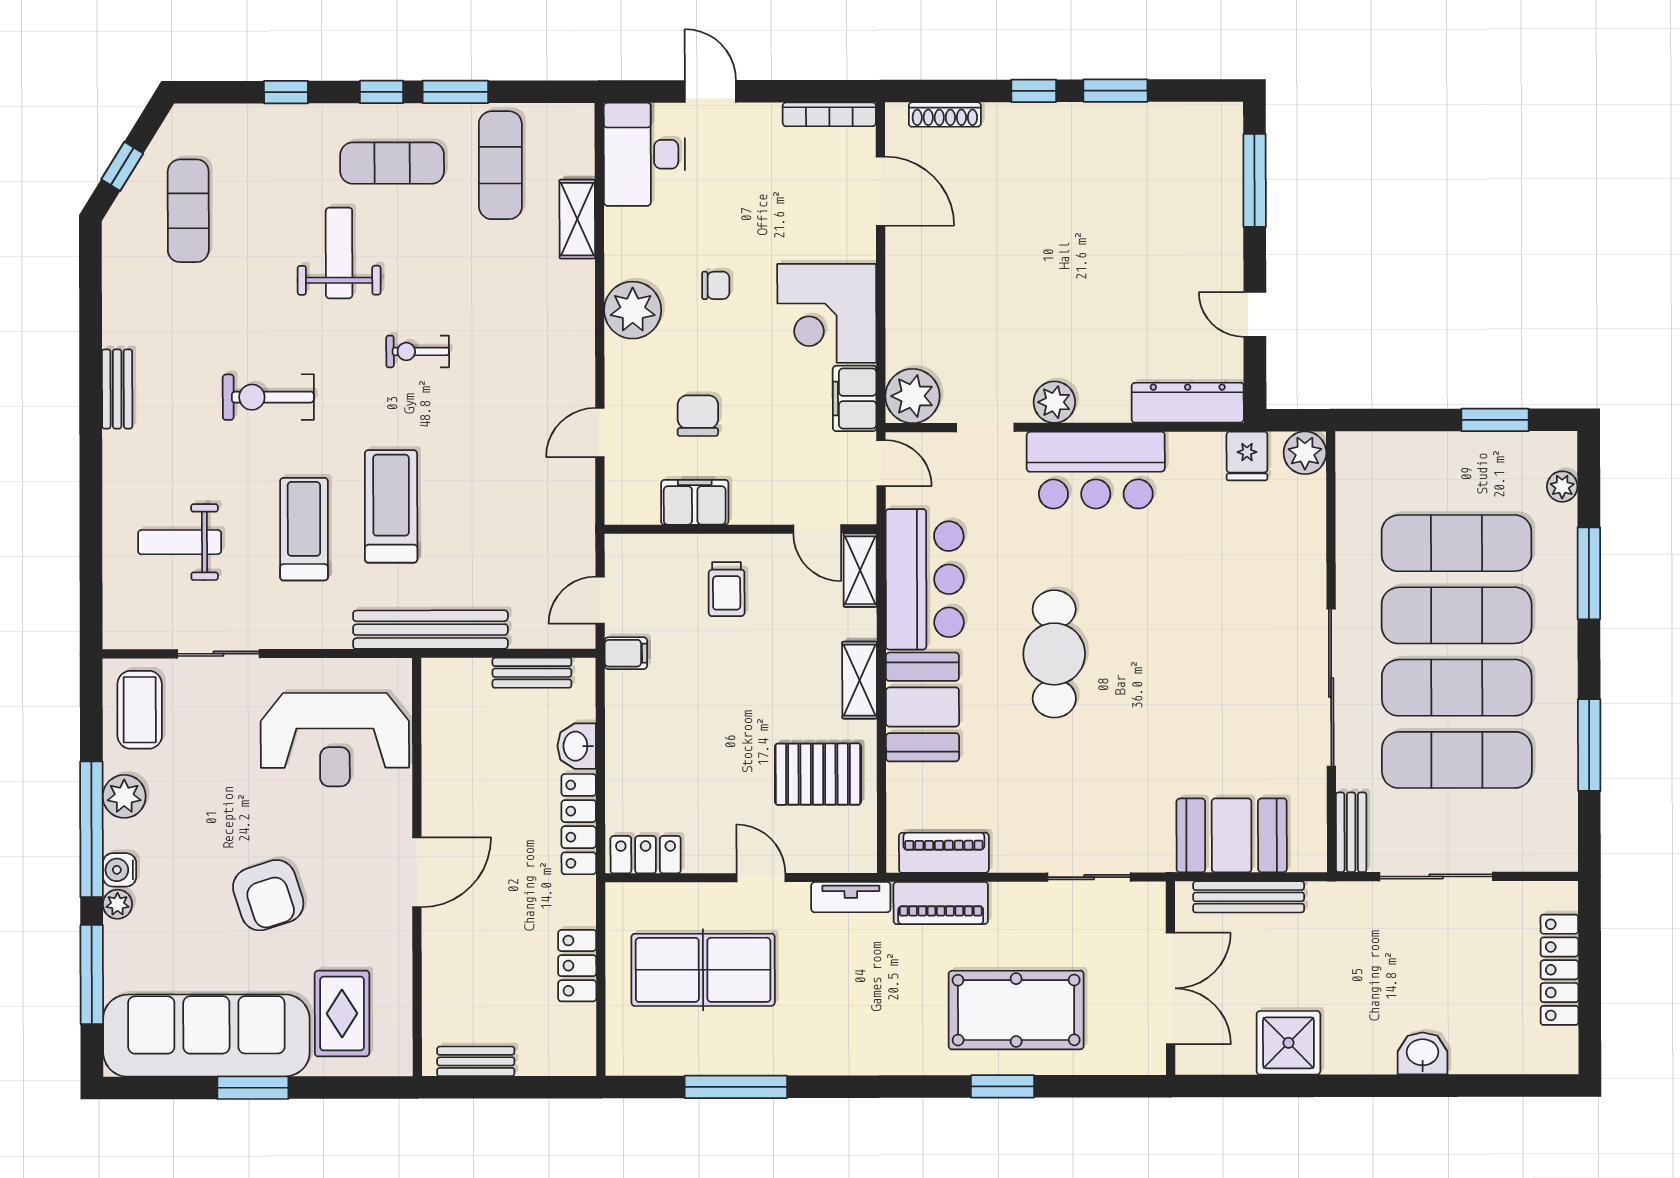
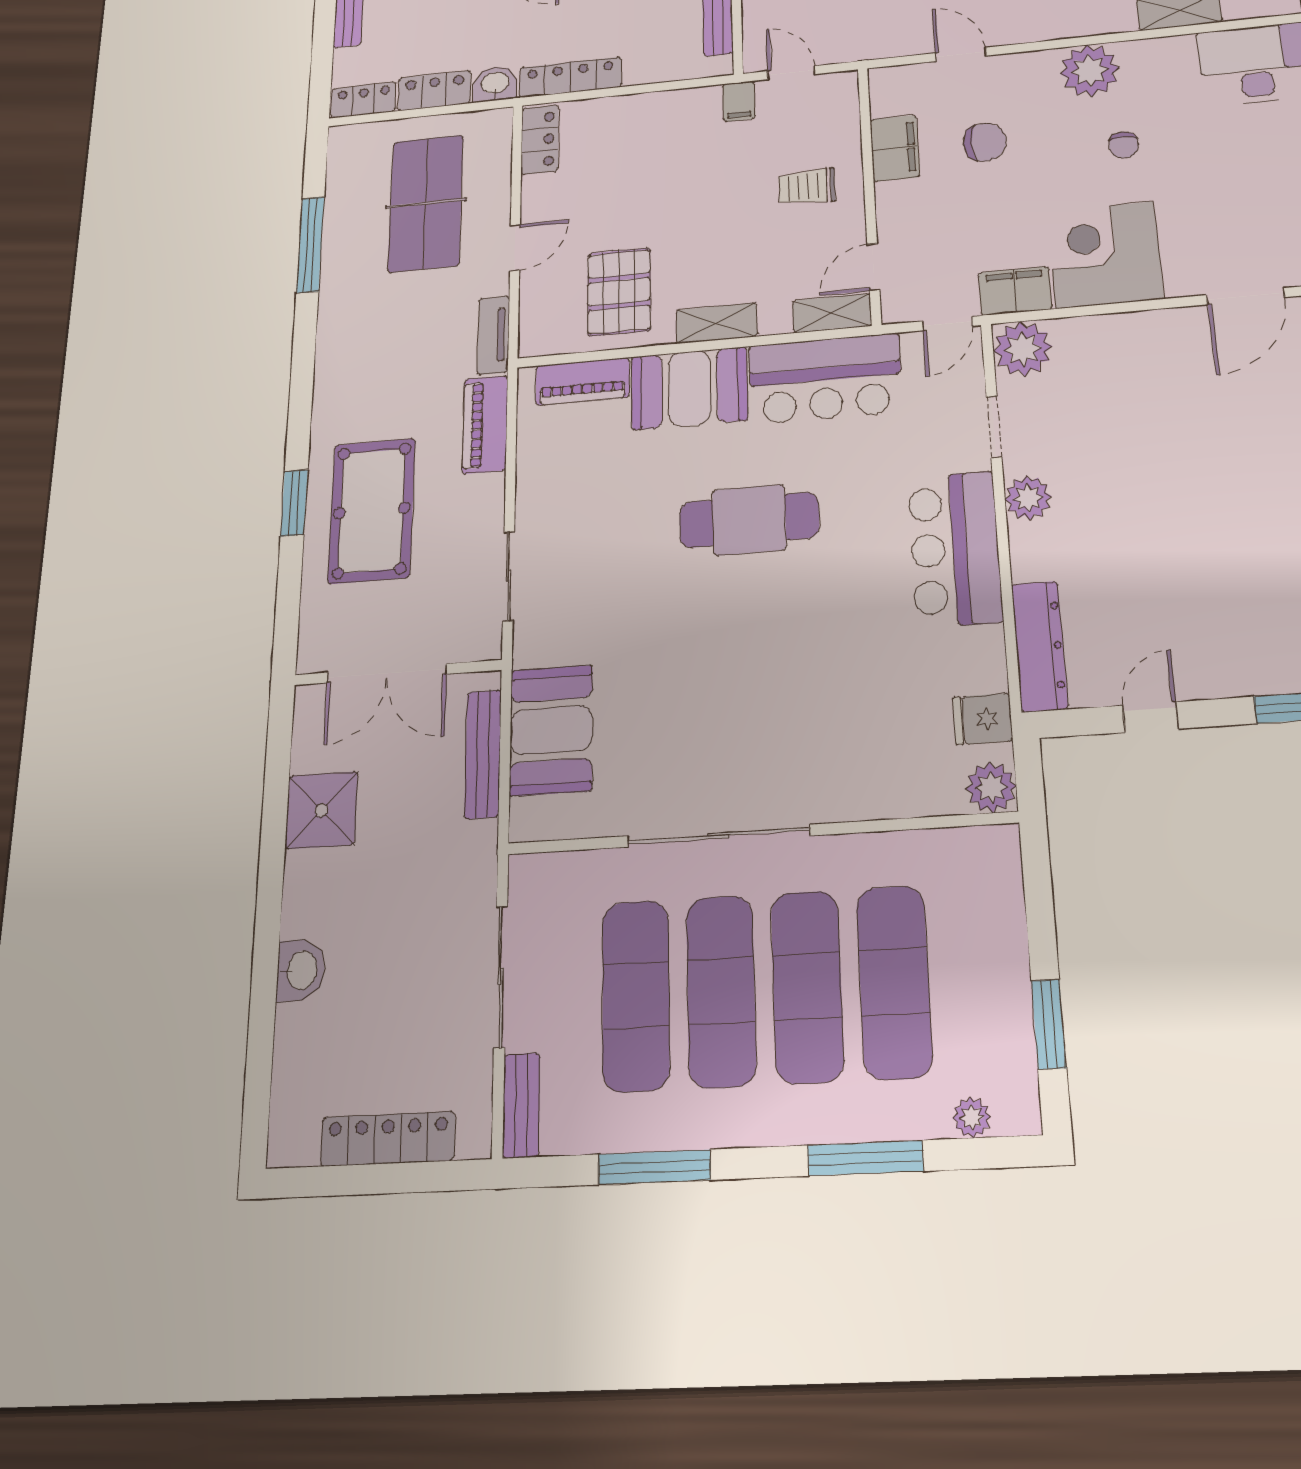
washbasin: (577, 746) -> (495, 84), moved
bench: (1351, 832) -> (521, 1105), moved, turned 90
piano: (944, 853) -> (582, 381), moved, turned 90
locker: (579, 1040) -> (363, 100), added

